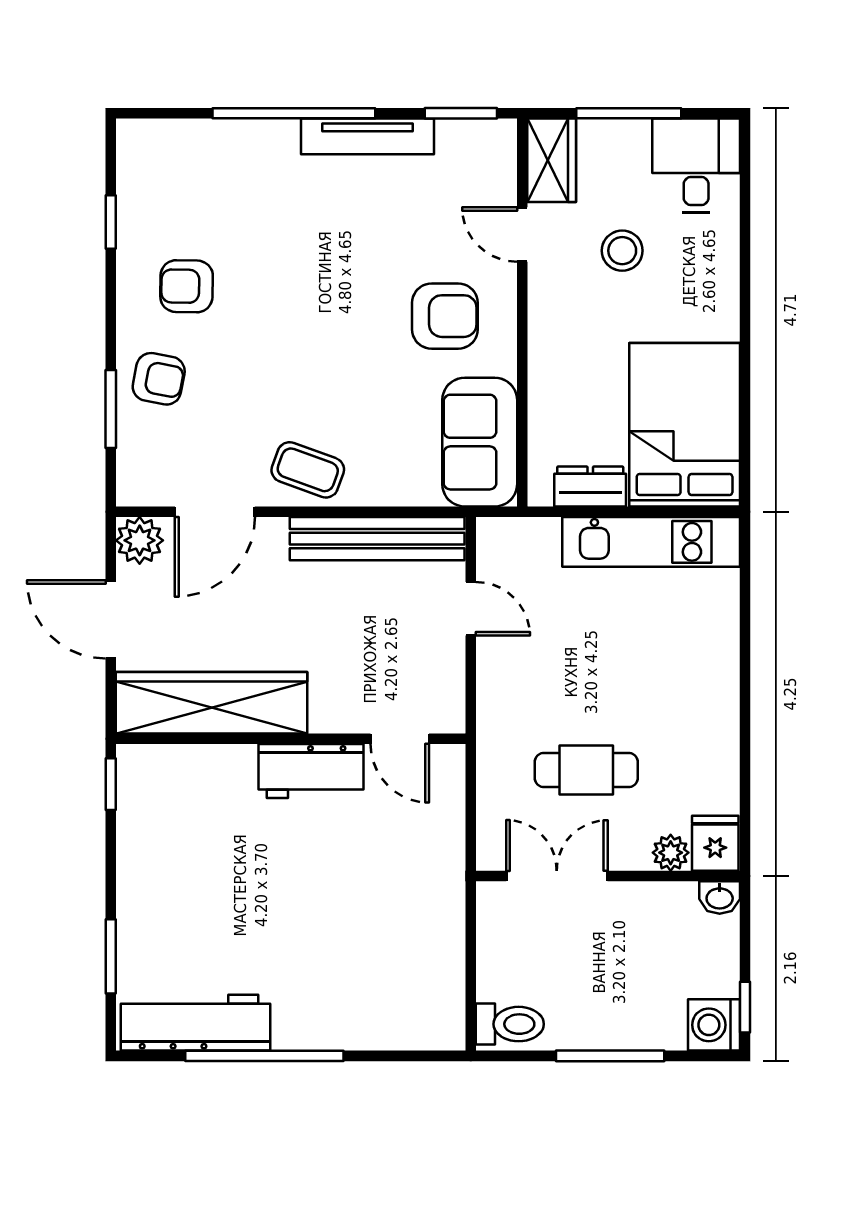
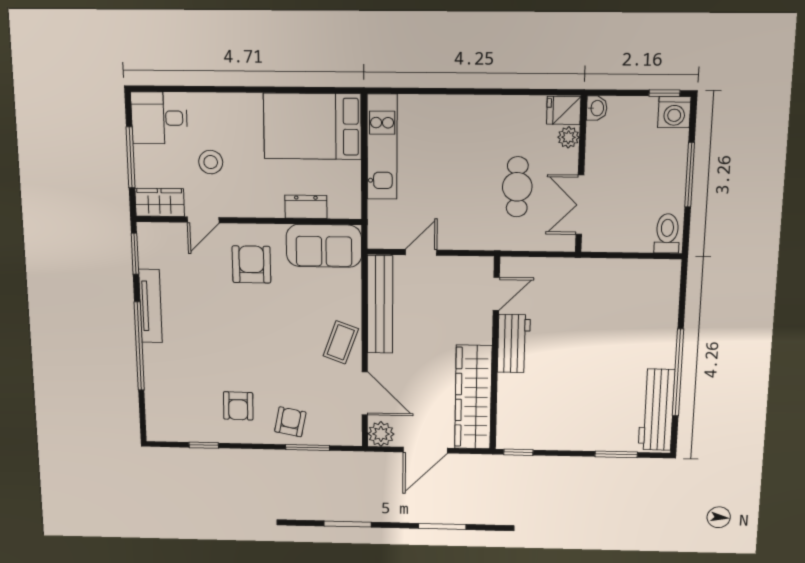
dresser: (590, 486) -> (306, 207), moved, turned 90

